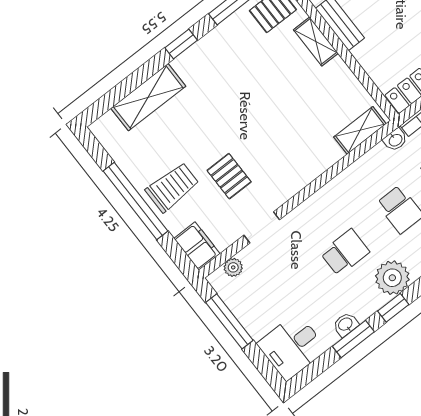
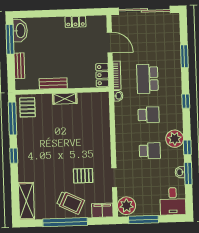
shelving: (316, 41) -> (65, 99), moved
shelving: (148, 97) -> (26, 201), moved
shelving: (360, 130) -> (104, 108), removed
trolley: (172, 187) -> (70, 203), turned 116
school desk: (345, 252) -> (150, 151), turned 90
plant: (233, 267) -> (127, 206), width x1.87, depth x1.87

